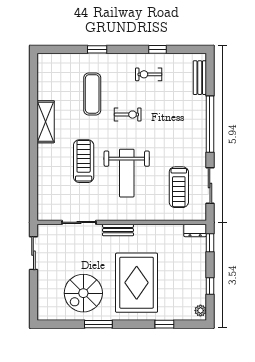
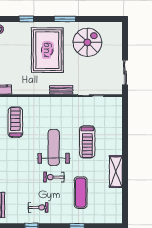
weight bench: (127, 173) -> (54, 147), moved
window: (98, 324) -> (65, 19), moved

